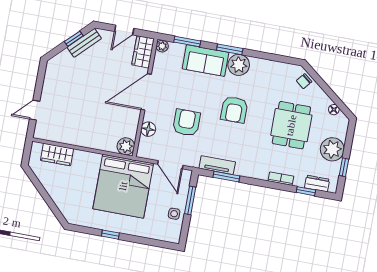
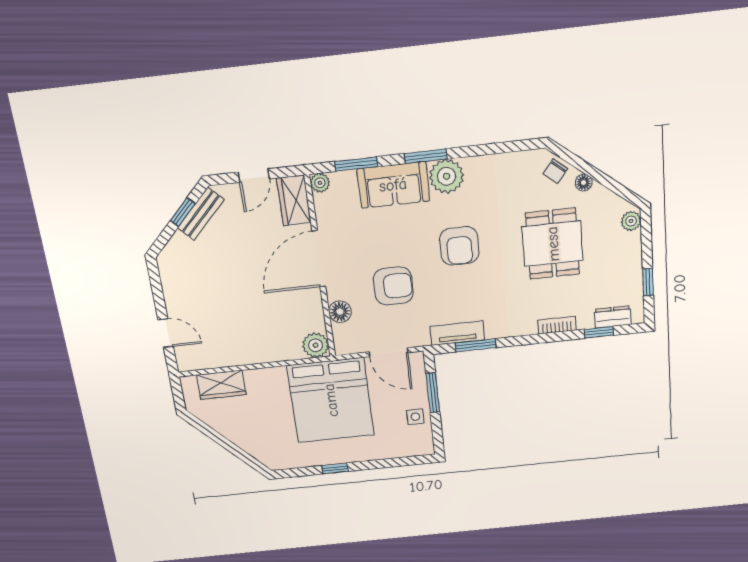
door: (35, 110) -> (166, 333), swing flipped
floor lamp: (334, 110) -> (584, 183), moved
armchair: (186, 123) -> (393, 286), turned 90
plant: (332, 149) -> (631, 221), moved, width x0.53, depth x0.53

